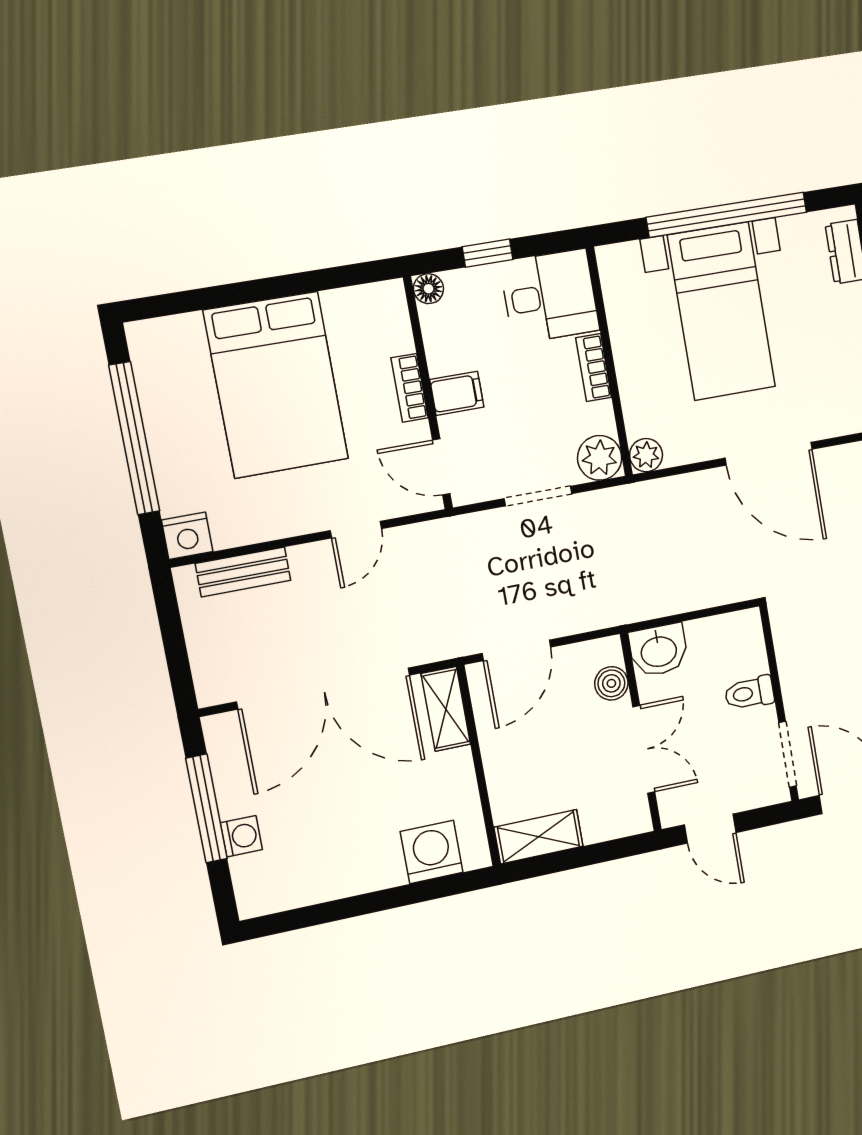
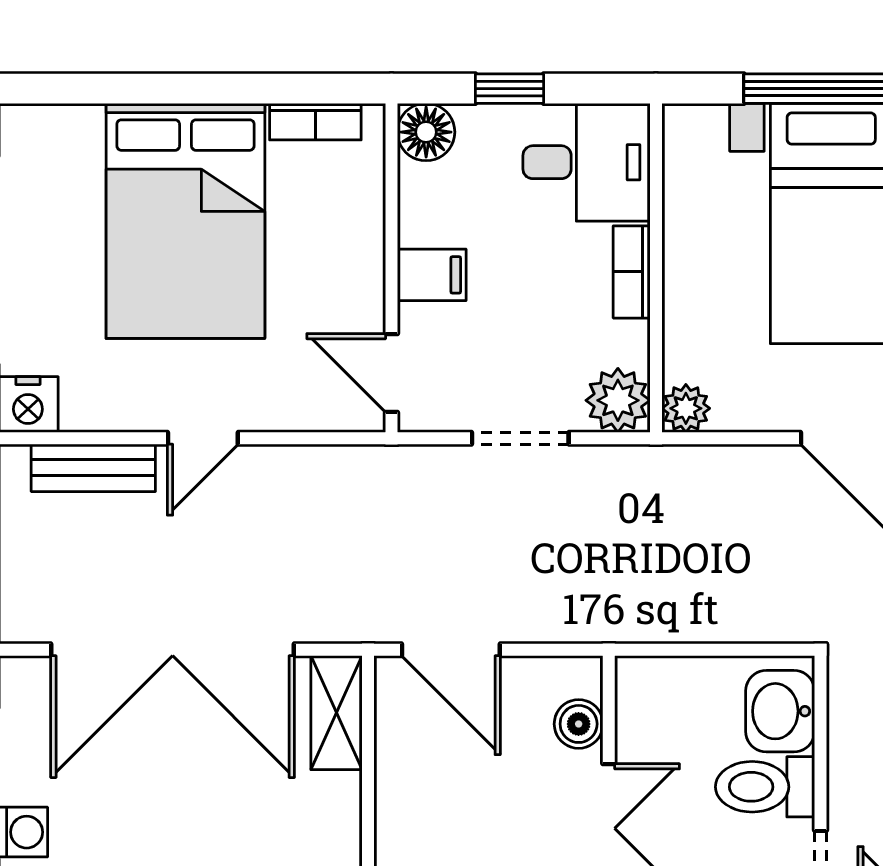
floor lamp: (428, 289) -> (426, 132), width x1.37, depth x1.37
bookcase: (410, 388) -> (315, 122), moved, turned -90
door: (356, 530) -> (203, 438), moved
door: (516, 650) -> (451, 650), hinge flipped
washbasin: (659, 650) -> (780, 711), moved, turned 90
toilet: (749, 693) -> (765, 787), width x1.37, depth x1.39

